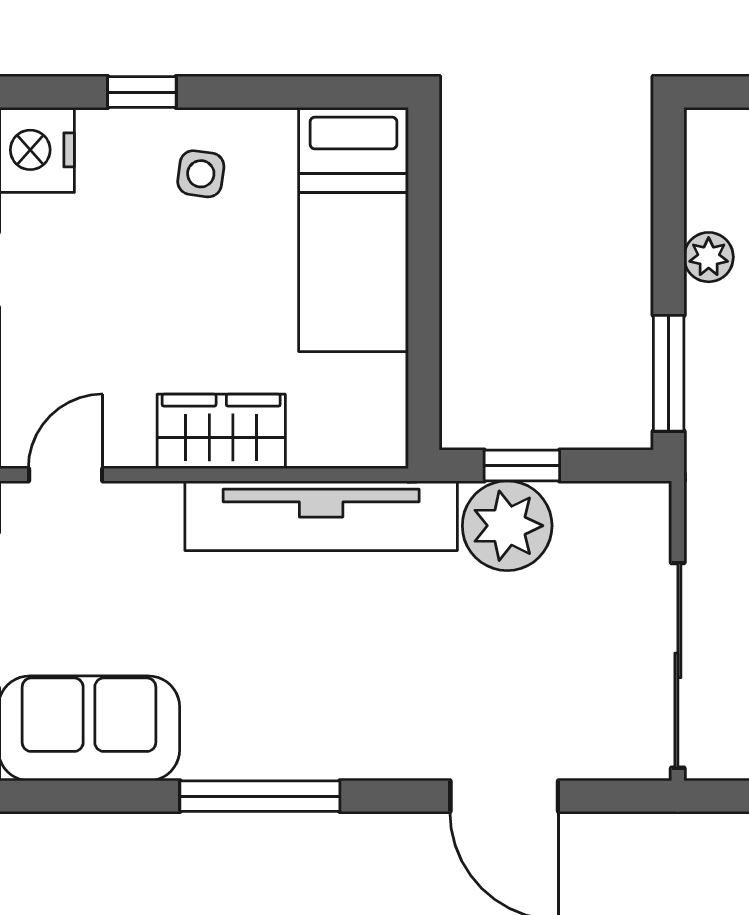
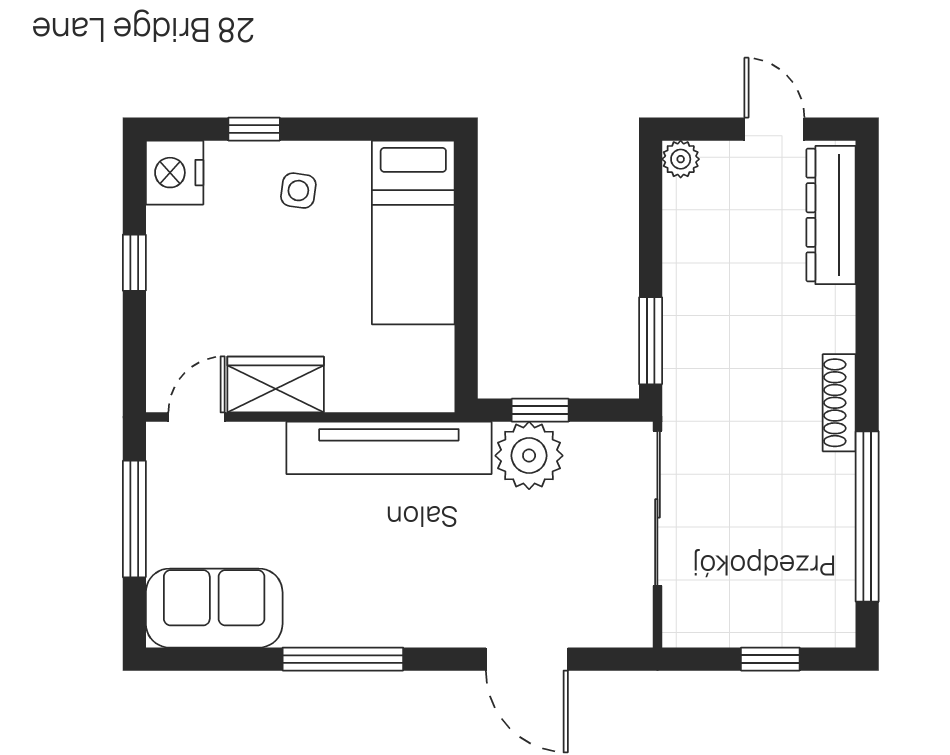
plant: (709, 257) -> (681, 159), moved
wardrobe: (221, 431) -> (276, 385), moved
sliding door: (678, 665) -> (657, 508), moved

